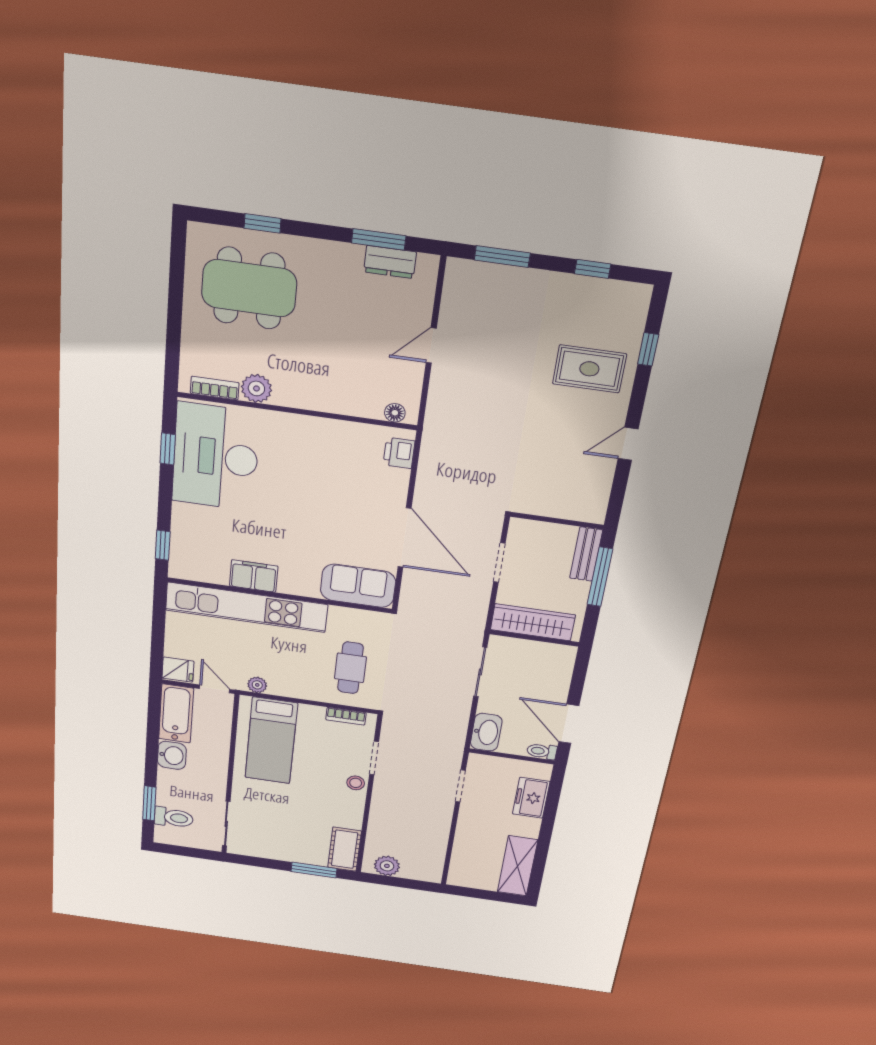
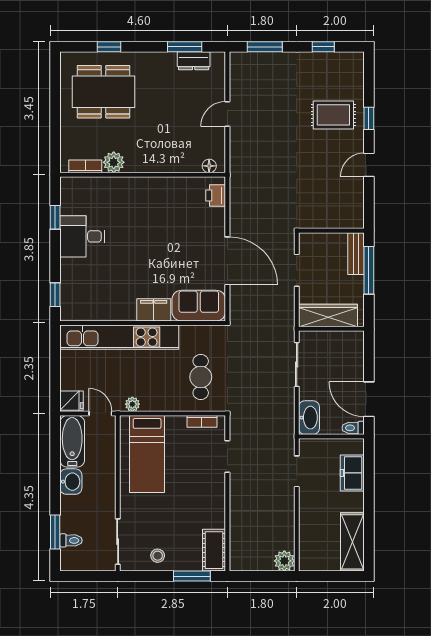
window: (648, 349) -> (369, 118), moved
desk: (216, 457) -> (82, 236), width x0.53, depth x0.77
filing cabinet: (254, 576) -> (154, 310), moved
stool: (356, 783) -> (158, 556), moved
toilet: (174, 818) -> (71, 540), width x0.73, depth x0.72
plant: (387, 866) -> (284, 561), moved

